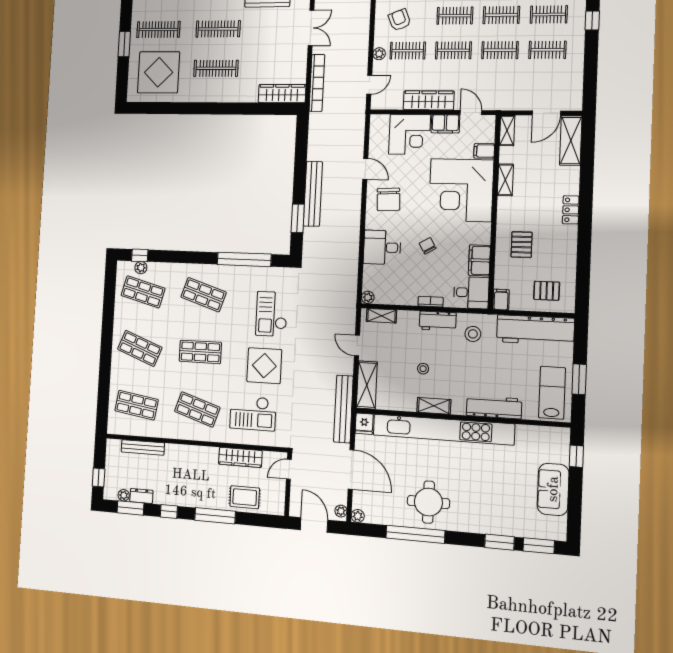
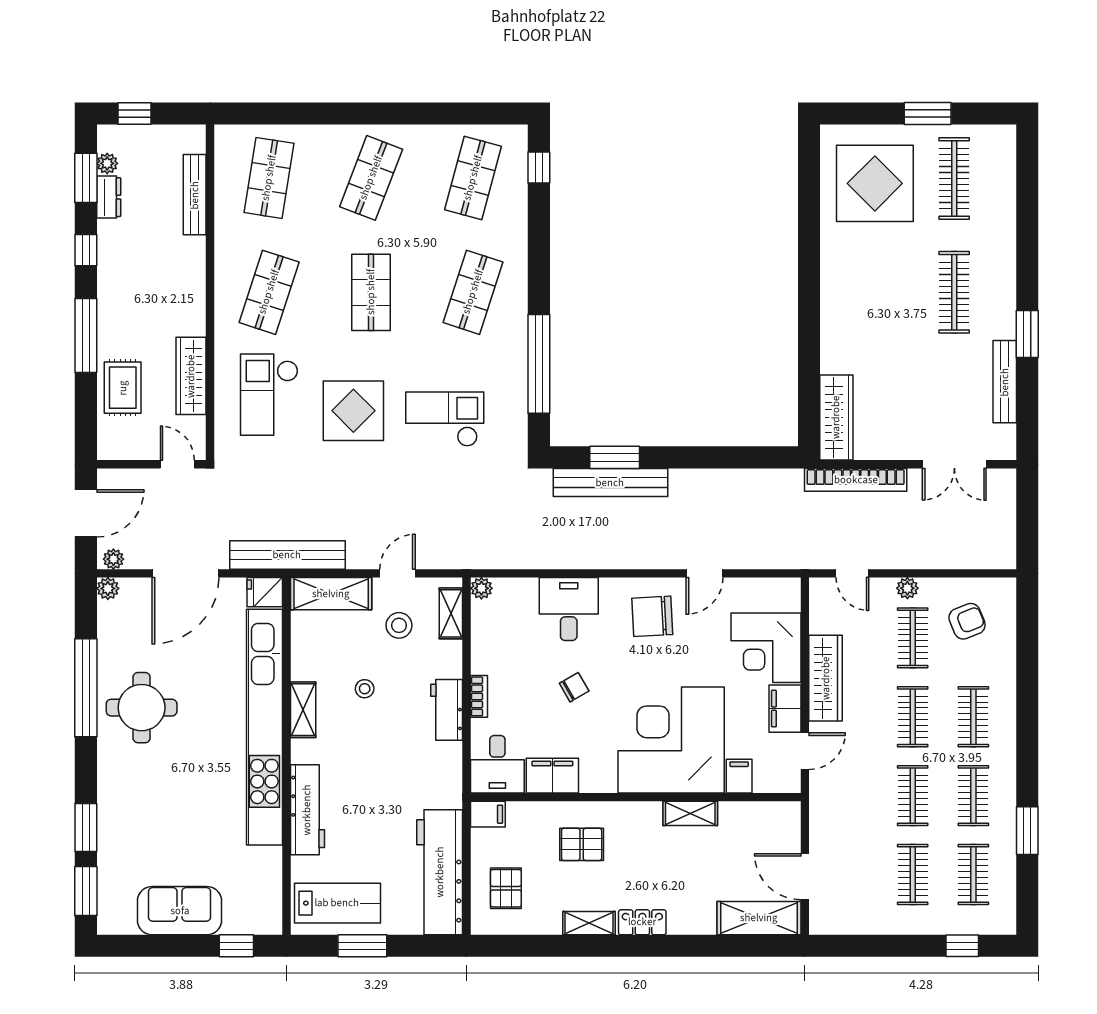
clothes rail: (216, 68) -> (882, 292), removed
shelving: (507, 130) -> (589, 923), moved
bench: (313, 194) -> (610, 483), moved
plant: (141, 268) -> (517, 171), removed
stool: (473, 334) -> (399, 625), moved

